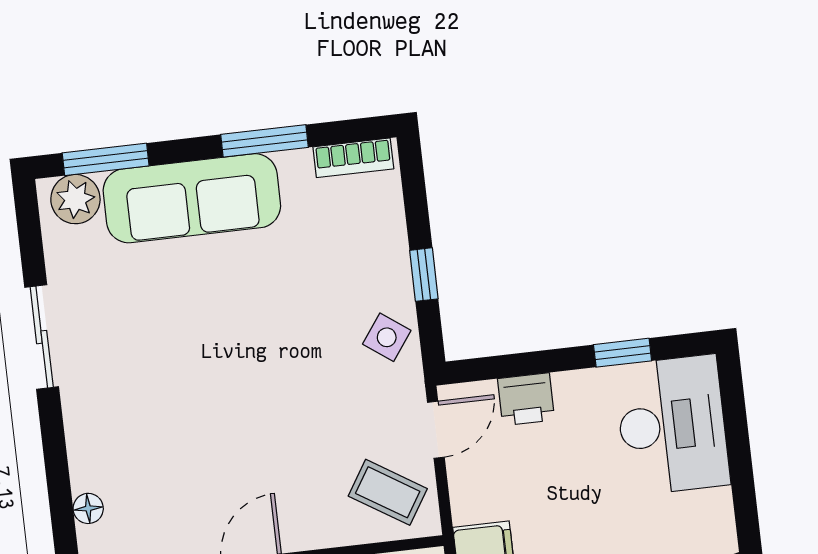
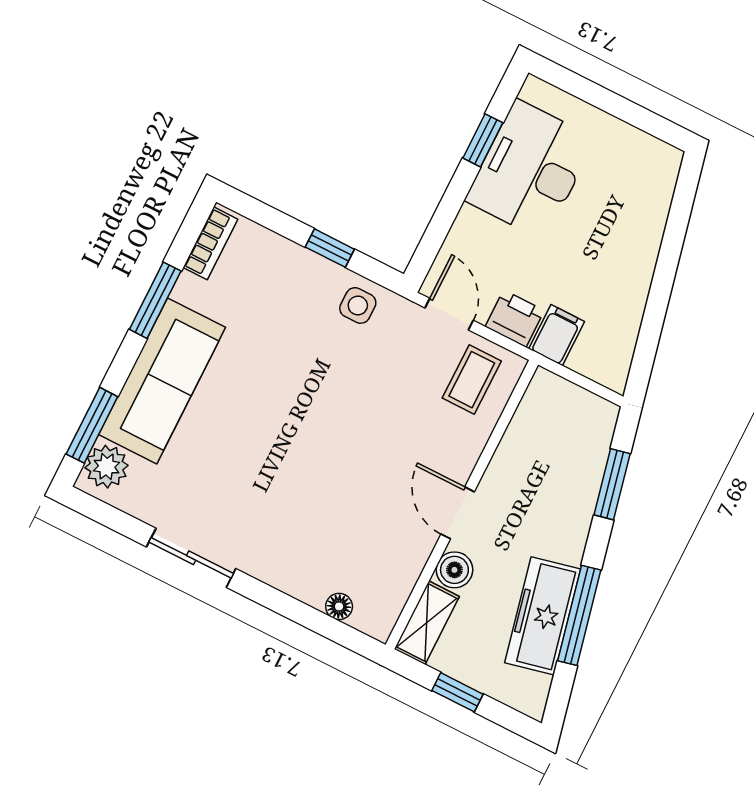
side table: (387, 337) -> (358, 305), turned -36
printer: (526, 399) -> (515, 319), moved, turned -90
desk: (672, 425) -> (530, 170), moved, turned -90
coffee table: (388, 492) -> (472, 380), turned -32

